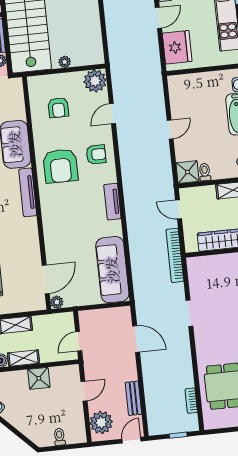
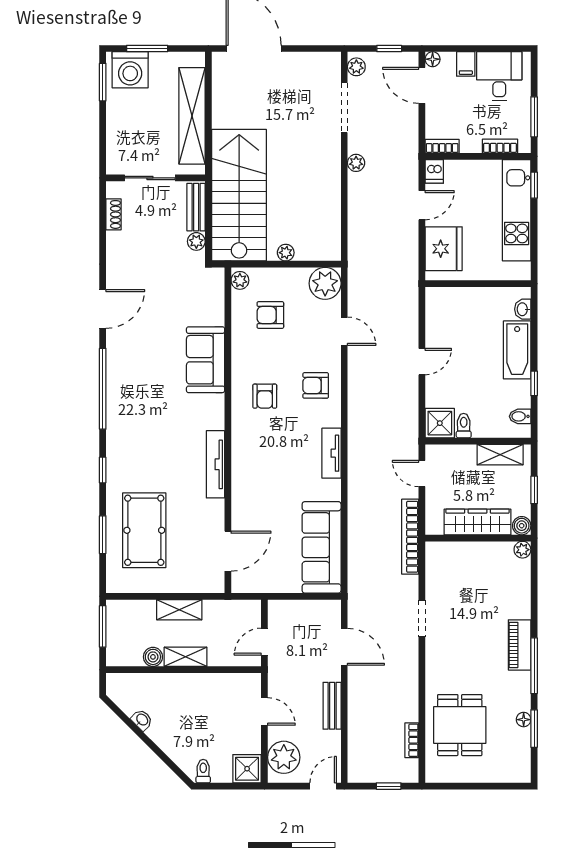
armchair: (58, 108) -> (270, 315), turned 90
door: (112, 114) -> (344, 331), swing flipped
armchair: (96, 155) -> (316, 385), turned 180
armchair: (60, 166) -> (265, 396), width x0.53, depth x0.53
tv unit: (28, 192) -> (215, 464), moved
plant: (57, 302) -> (240, 280), moved
shower: (39, 378) -> (247, 769), moved
door: (84, 391) -> (264, 711), hinge flipped
bench: (133, 398) -> (332, 706), moved
toilet: (59, 437) -> (203, 771), moved

